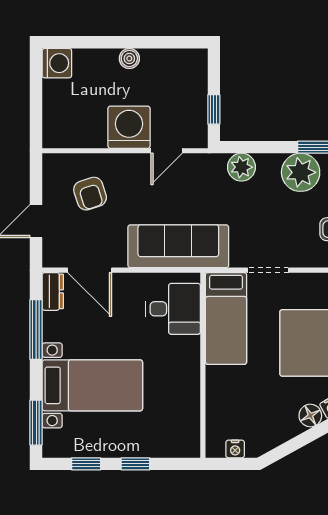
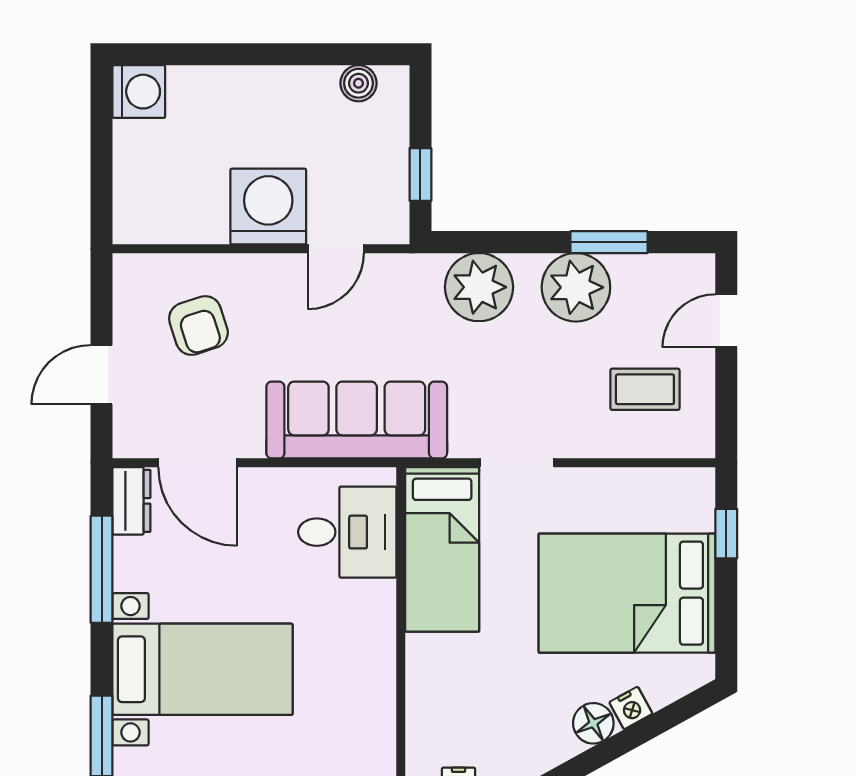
boiler: (129, 58) -> (358, 83), moved
plant: (241, 167) -> (479, 287), width x1.36, depth x1.36

